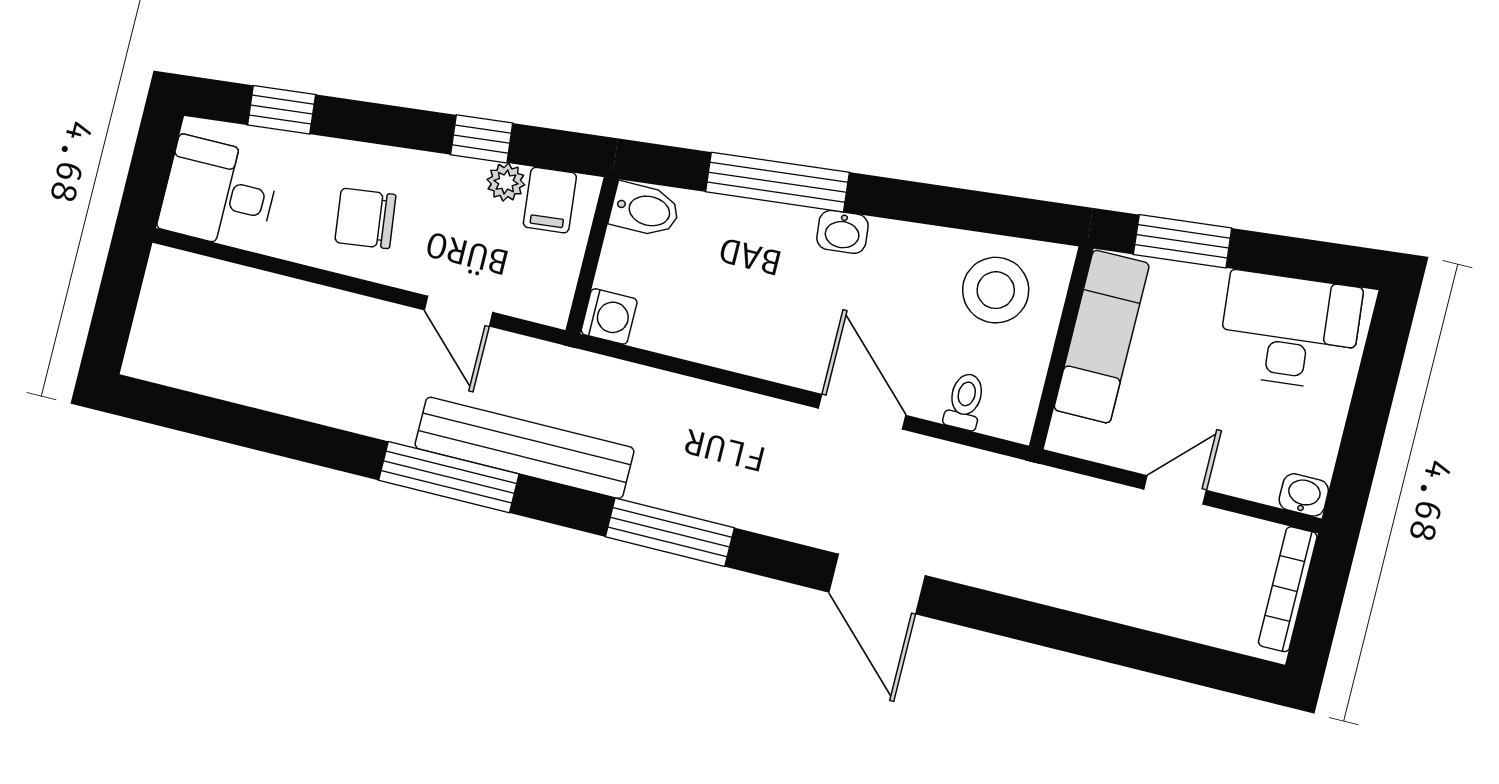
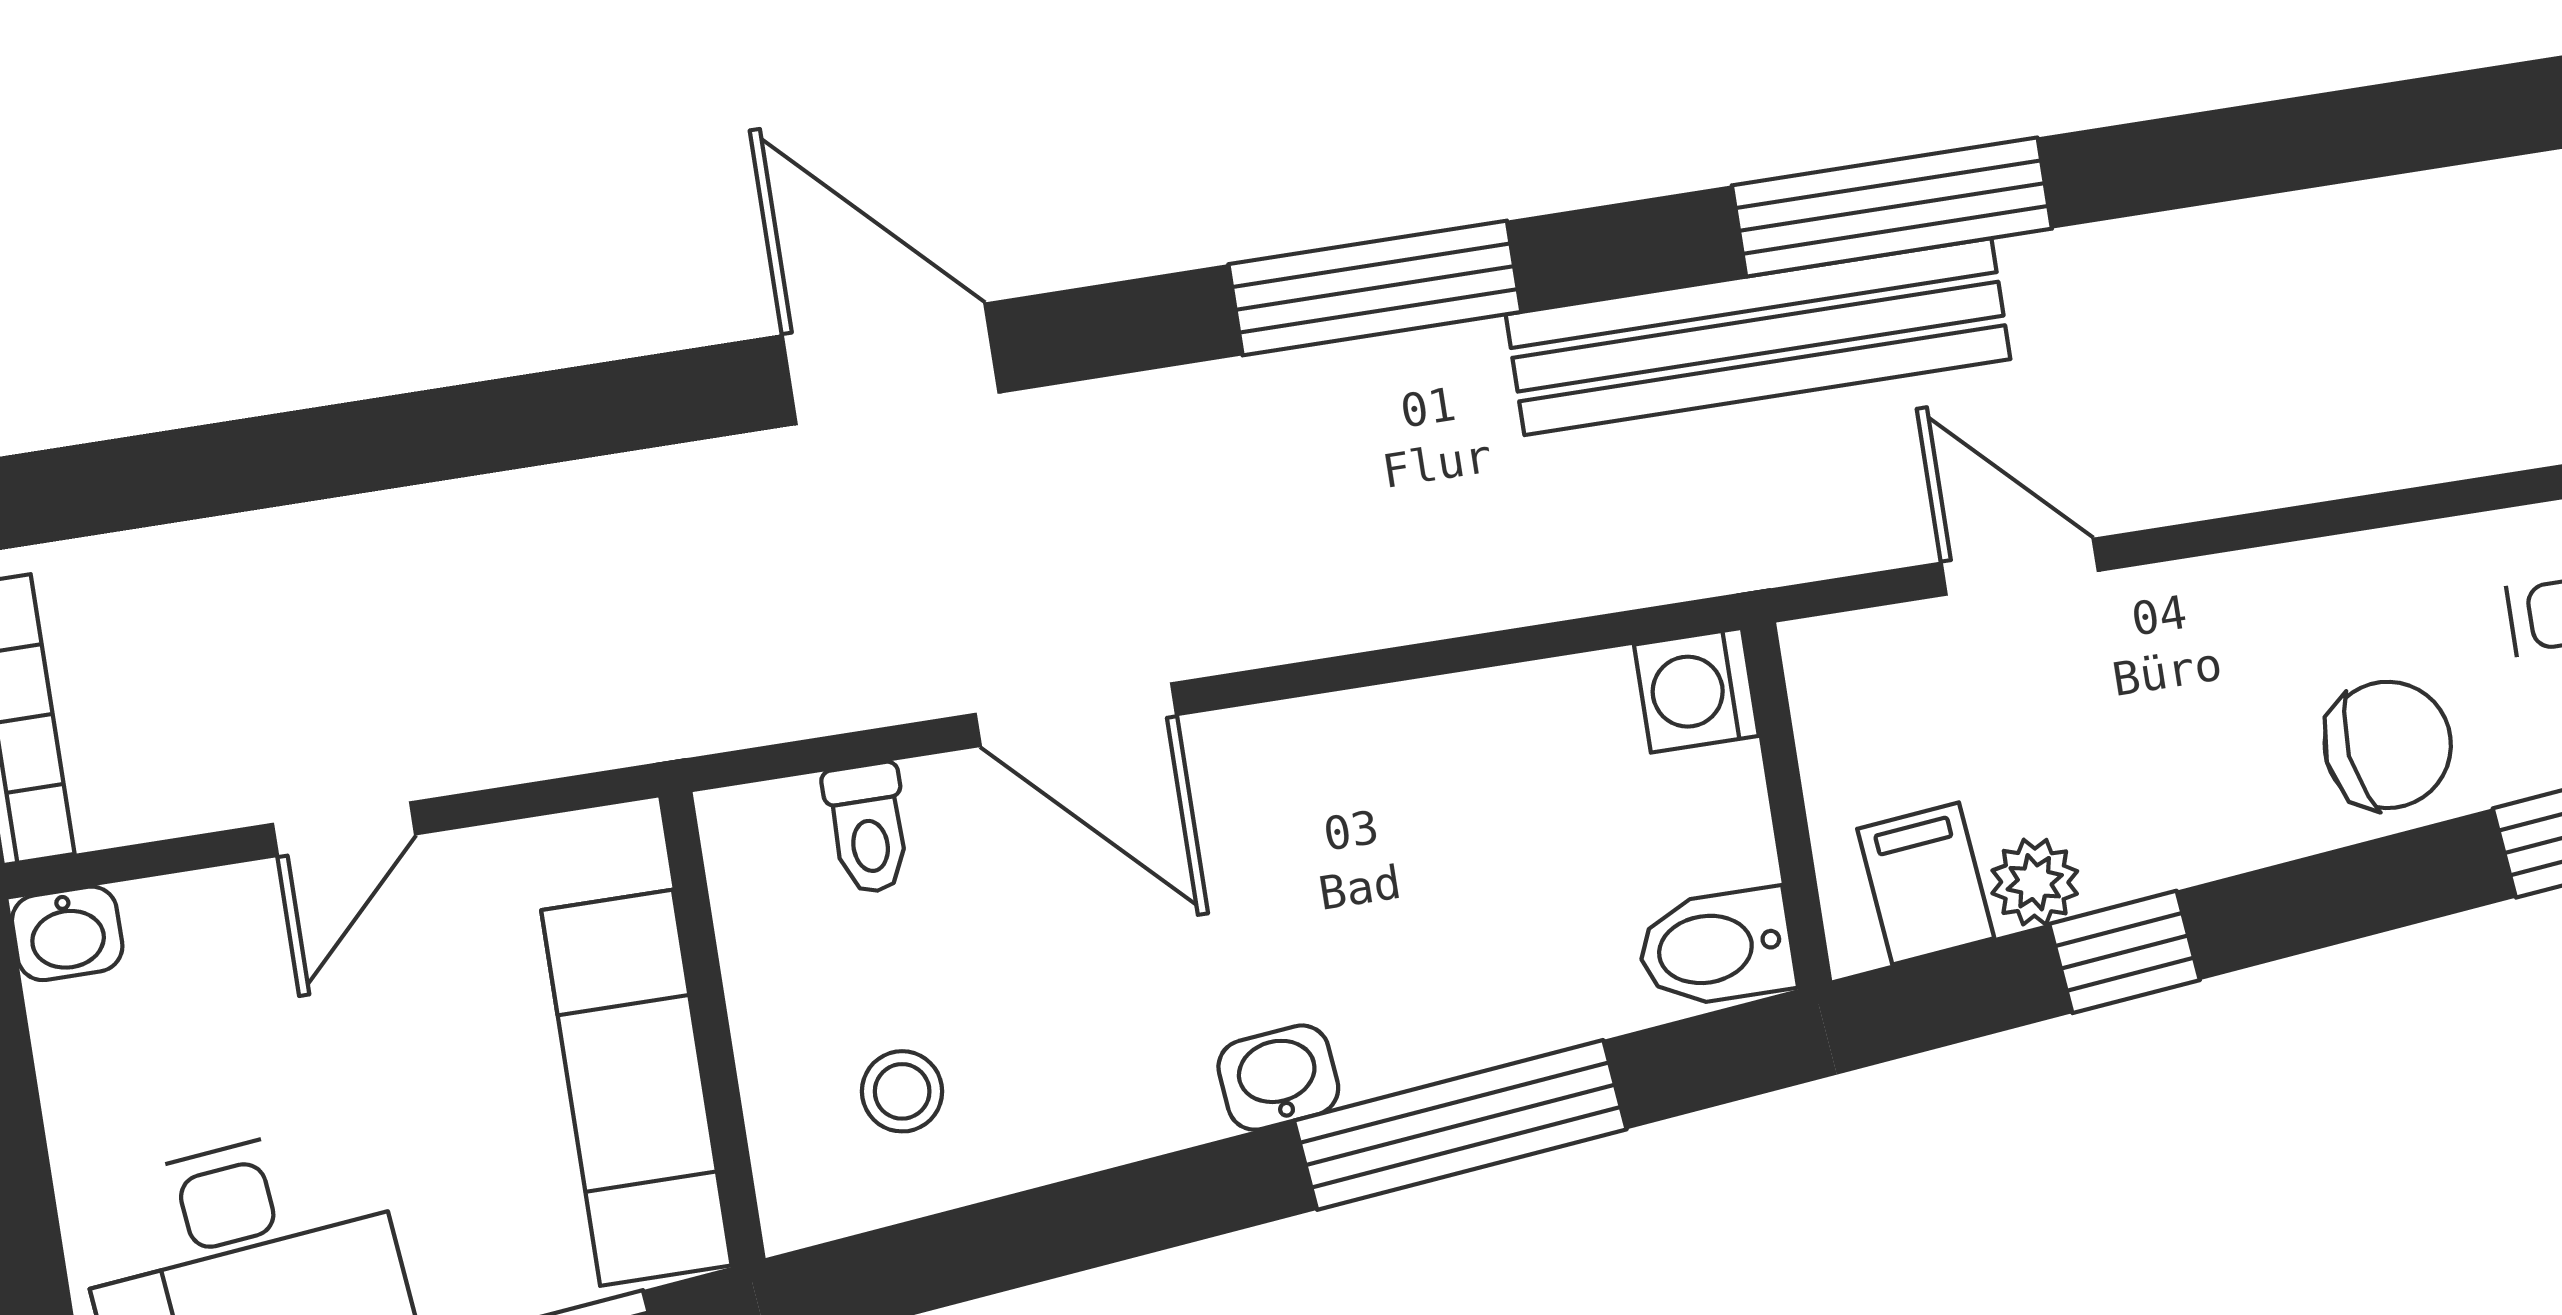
chair: (365, 218) -> (2388, 745), moved
stool: (996, 290) -> (902, 1091), width x0.53, depth x0.53

